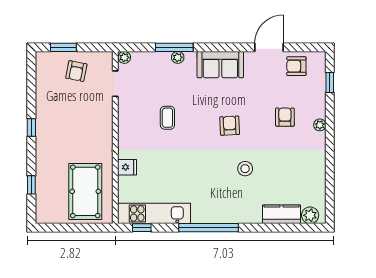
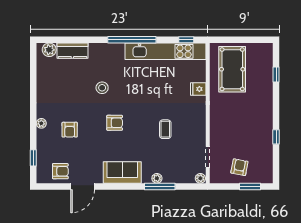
armchair: (230, 126) -> (115, 123), turned -87
window: (31, 127) -> (276, 137), moved
kitchen unit: (154, 213) -> (165, 51), width x1.36

